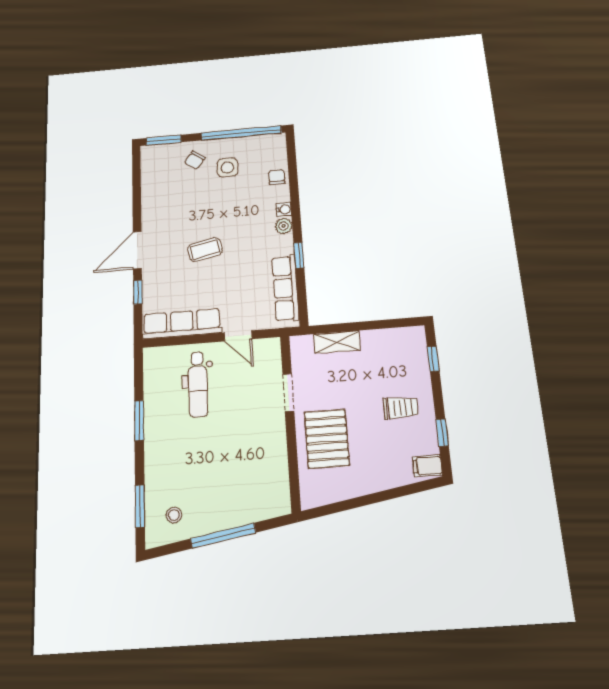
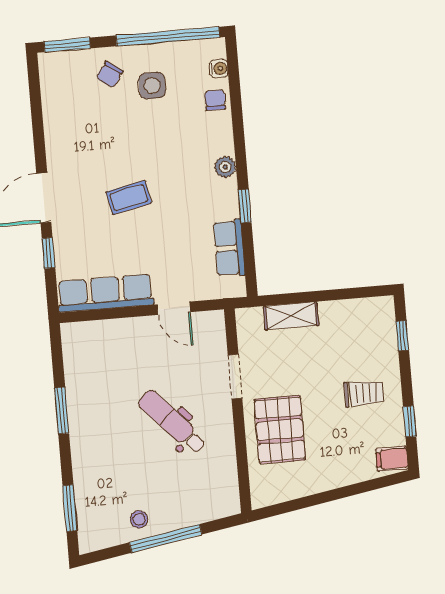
water cooler: (284, 210) -> (219, 69), moved
row of seats: (286, 288) -> (229, 248), width x0.68
dental chair: (198, 384) -> (172, 422), moved, turned 137
stool: (174, 515) -> (139, 519), moved

